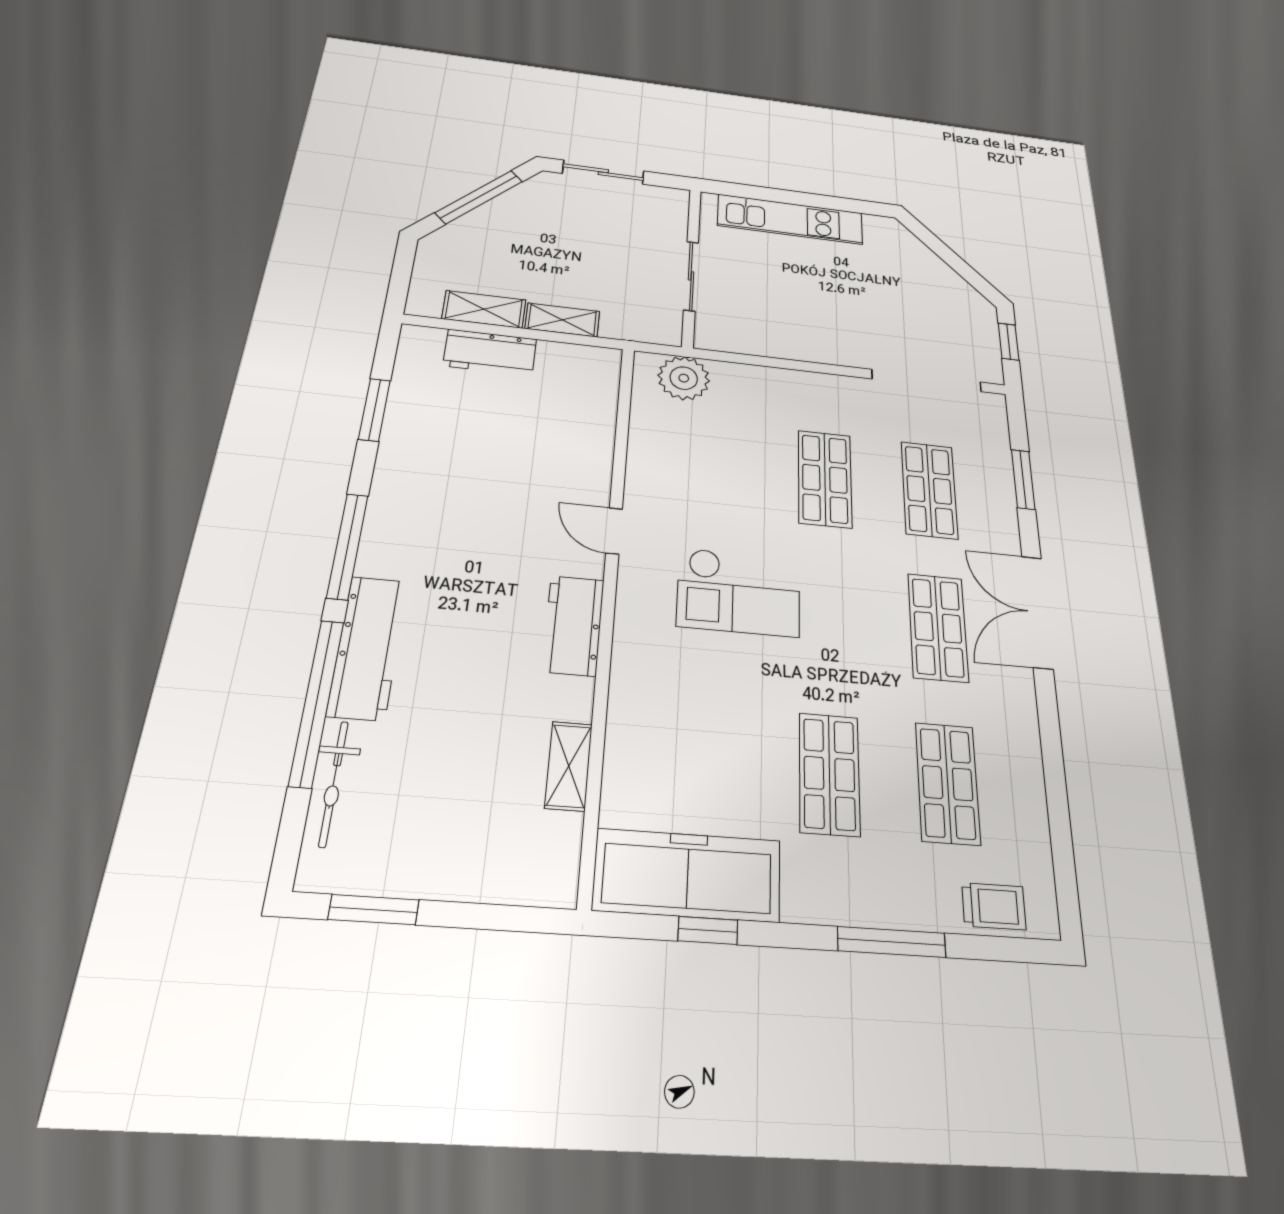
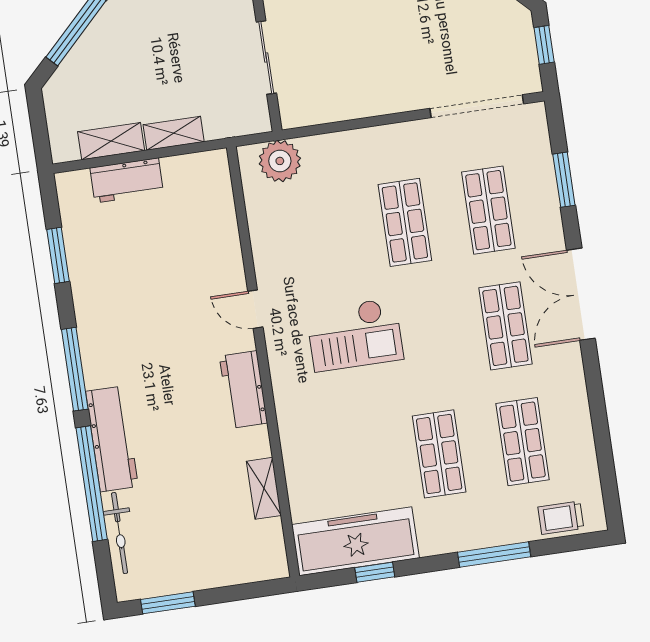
trolley: (994, 906) -> (561, 518), turned 180

